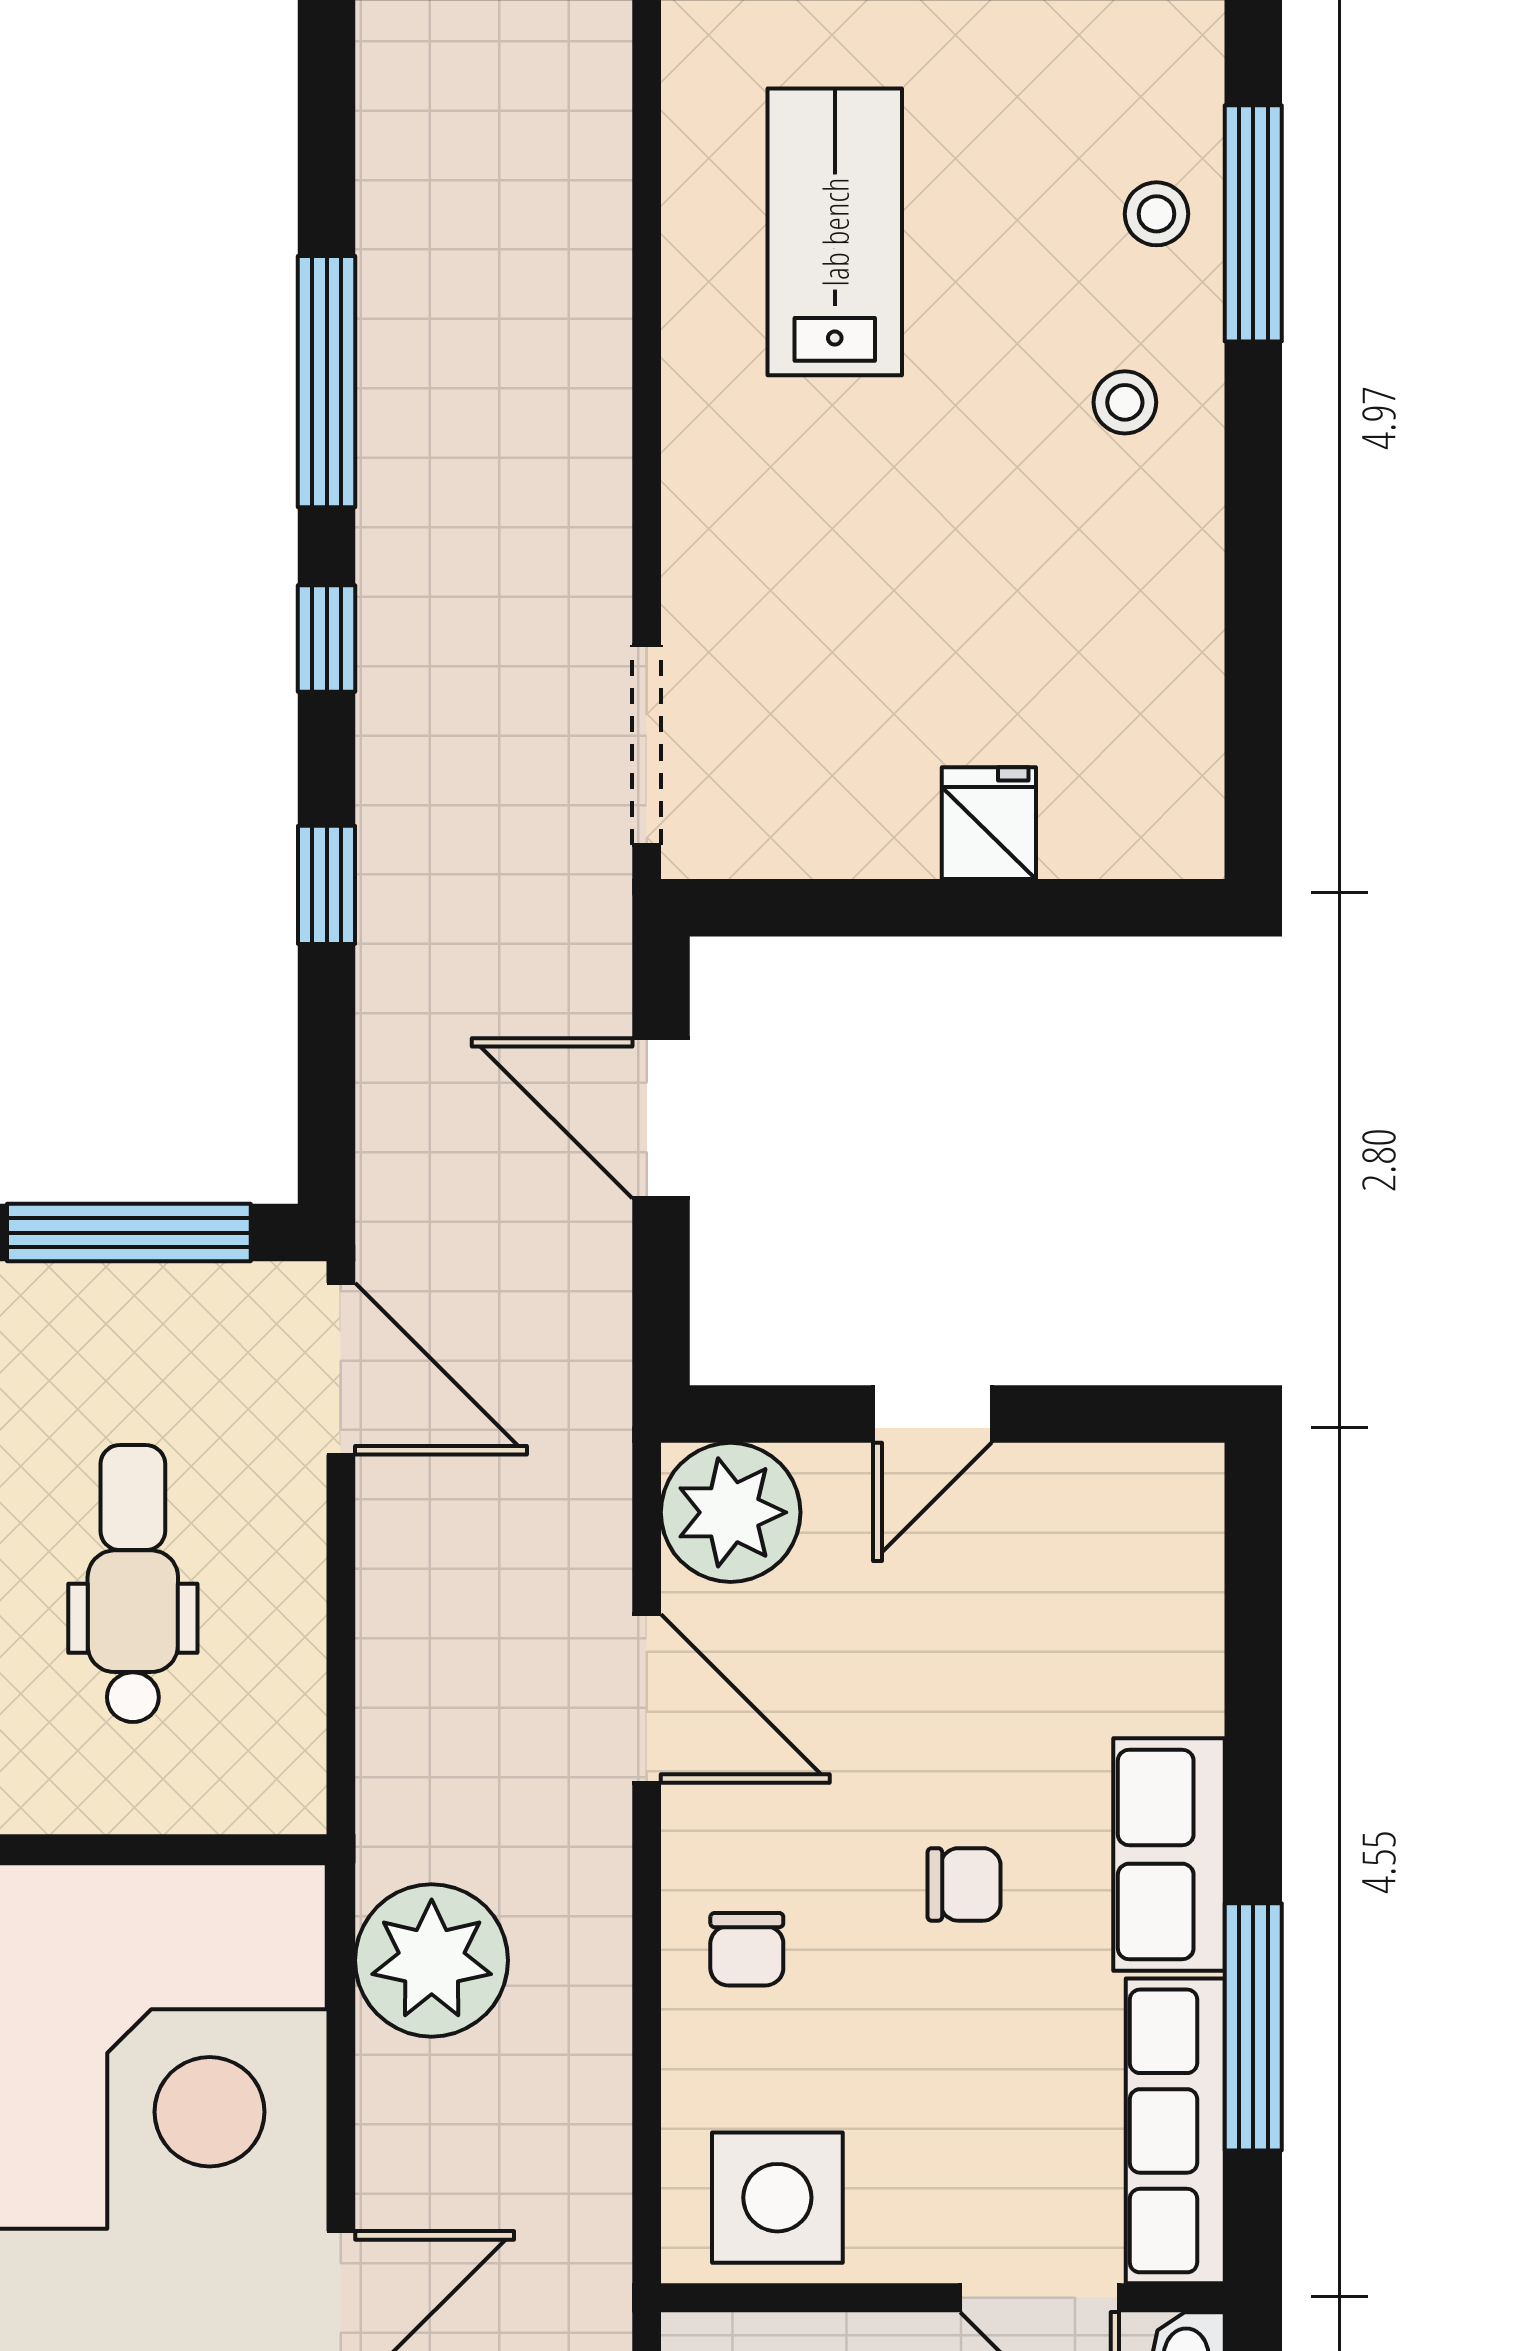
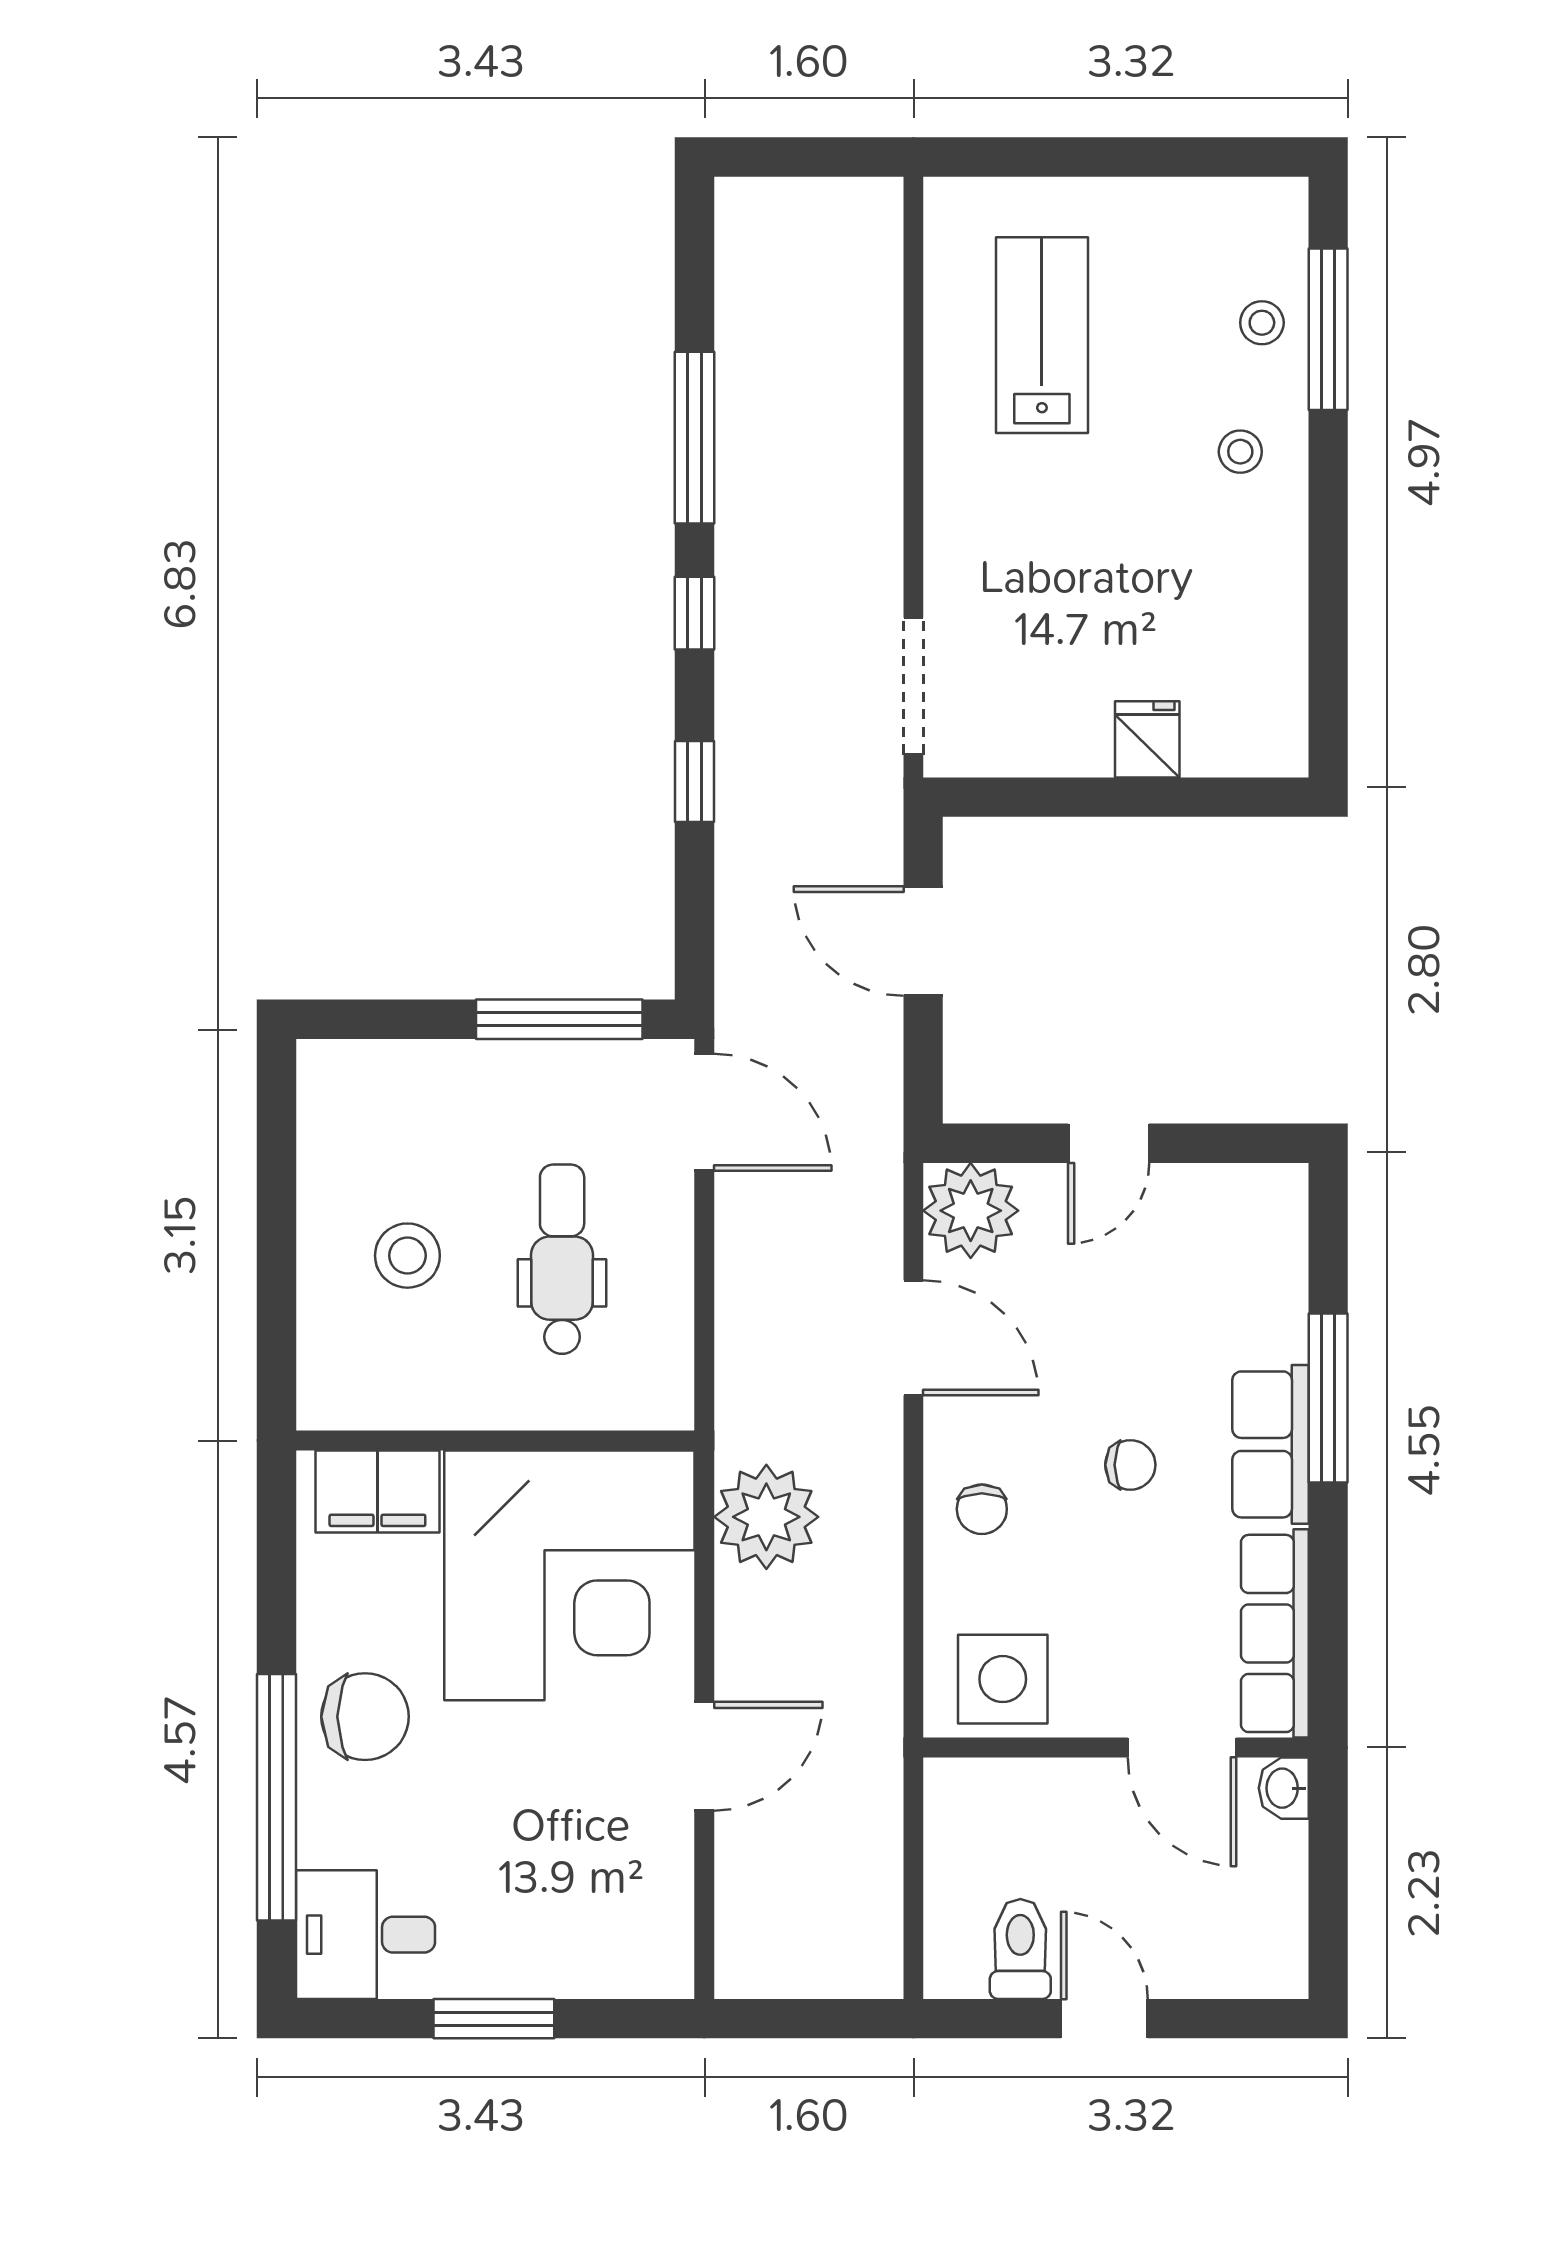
window: (1253, 2027) -> (1328, 1398), moved

